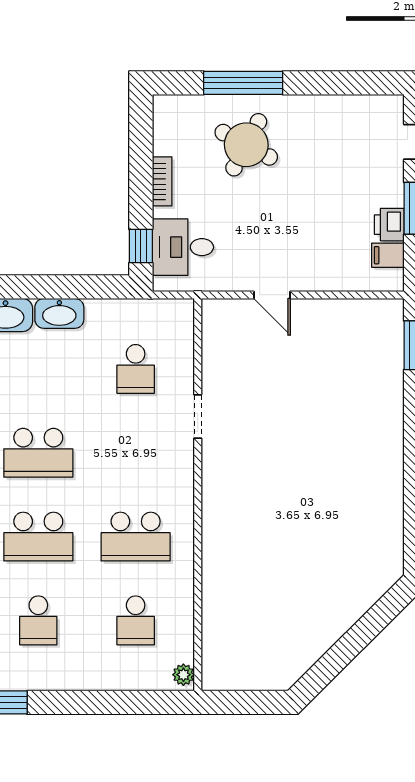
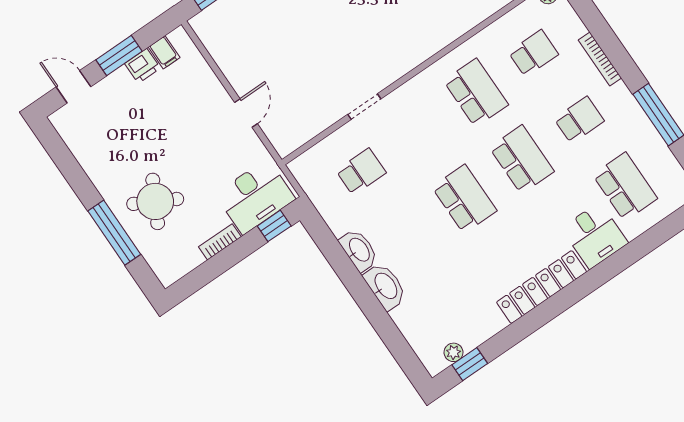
desk: (183, 247) -> (255, 197), width x1.37
bookcase: (85, 682) -> (600, 59), added

